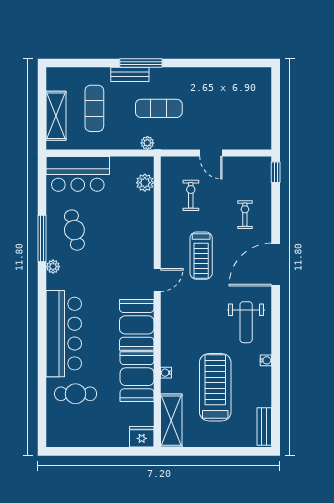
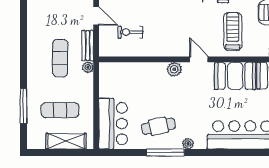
window: (141, 63) -> (23, 106), moved
bench: (130, 74) -> (88, 46), moved
door: (211, 153) -> (96, 16), hinge flipped
plant: (145, 183) -> (174, 69), moved
treadmill: (201, 256) -> (233, 31), moved, turned -90

